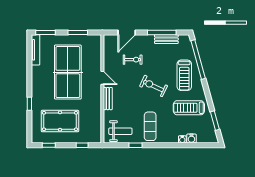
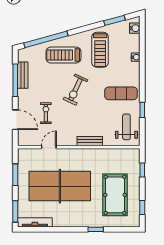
treadmill: (184, 75) -> (63, 55), turned 180
door: (102, 78) -> (49, 147), moved
water cooler: (191, 139) -> (135, 28), moved

